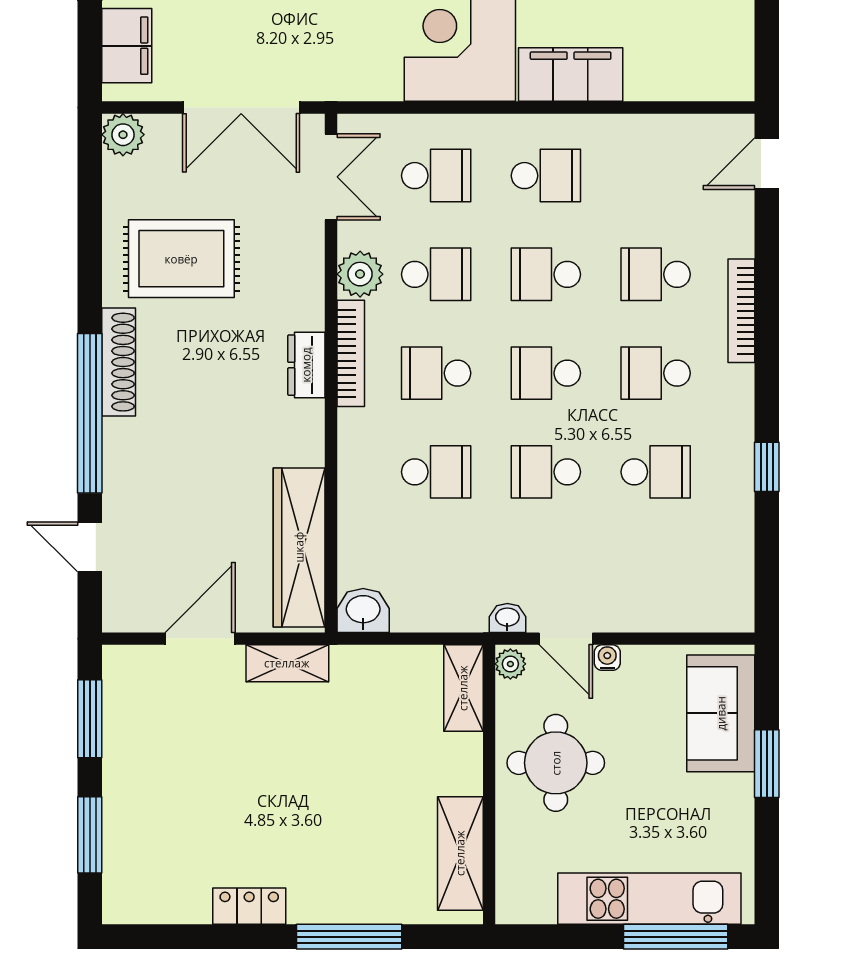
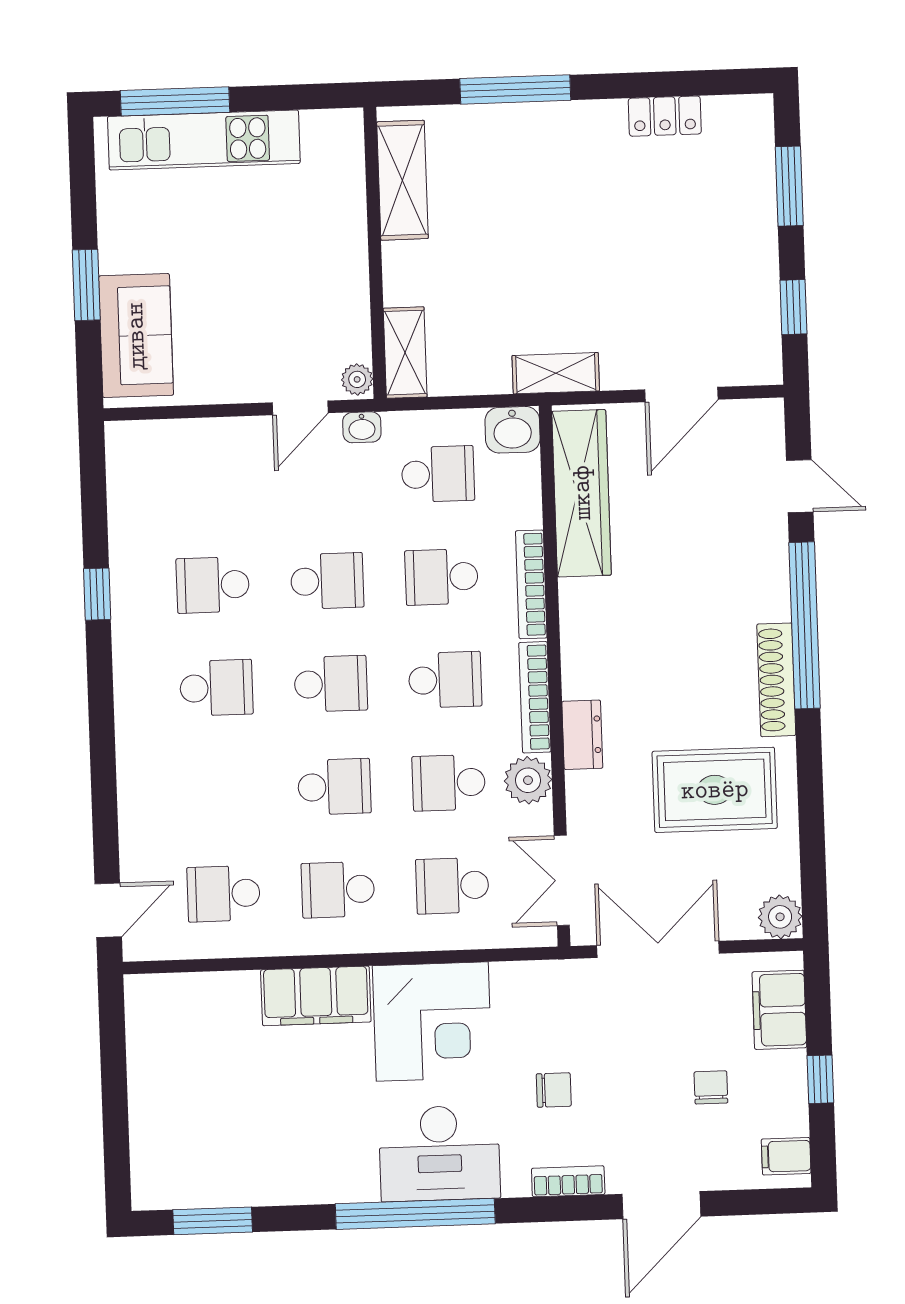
school desk: (656, 274) -> (224, 894), moved, turned 180
bookcase: (741, 311) -> (531, 584), moved, turned 180
dresser: (306, 365) -> (582, 735), moved
school desk: (436, 571) -> (438, 474), added
door: (566, 639) -> (300, 408), swing flipped
water cooler: (607, 658) -> (256, 390), removed
shelving: (287, 663) -> (556, 373), moved
window: (90, 719) -> (793, 307), width x0.67
round table: (556, 763) -> (306, 278), removed
locker: (249, 906) -> (665, 116), moved

